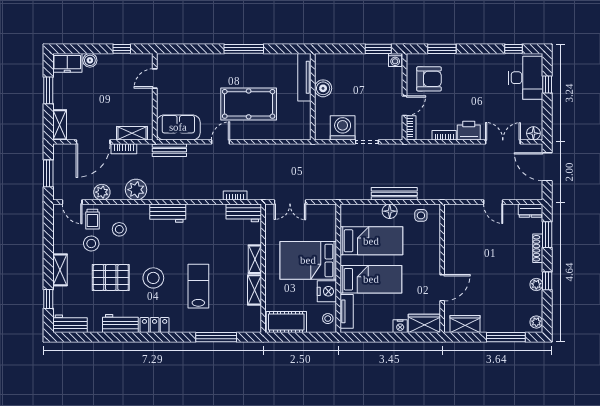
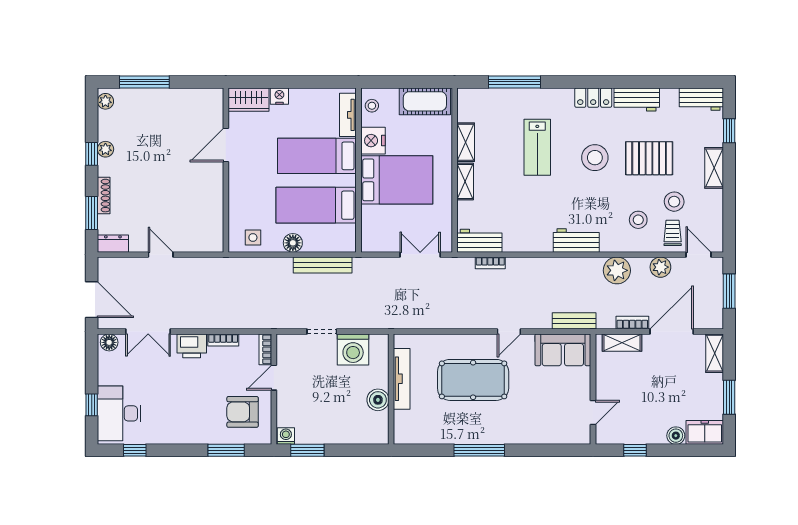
tv unit: (304, 77) -> (402, 379), moved
bench: (394, 194) -> (323, 265), moved
wardrobe: (465, 324) -> (197, 99), removed

